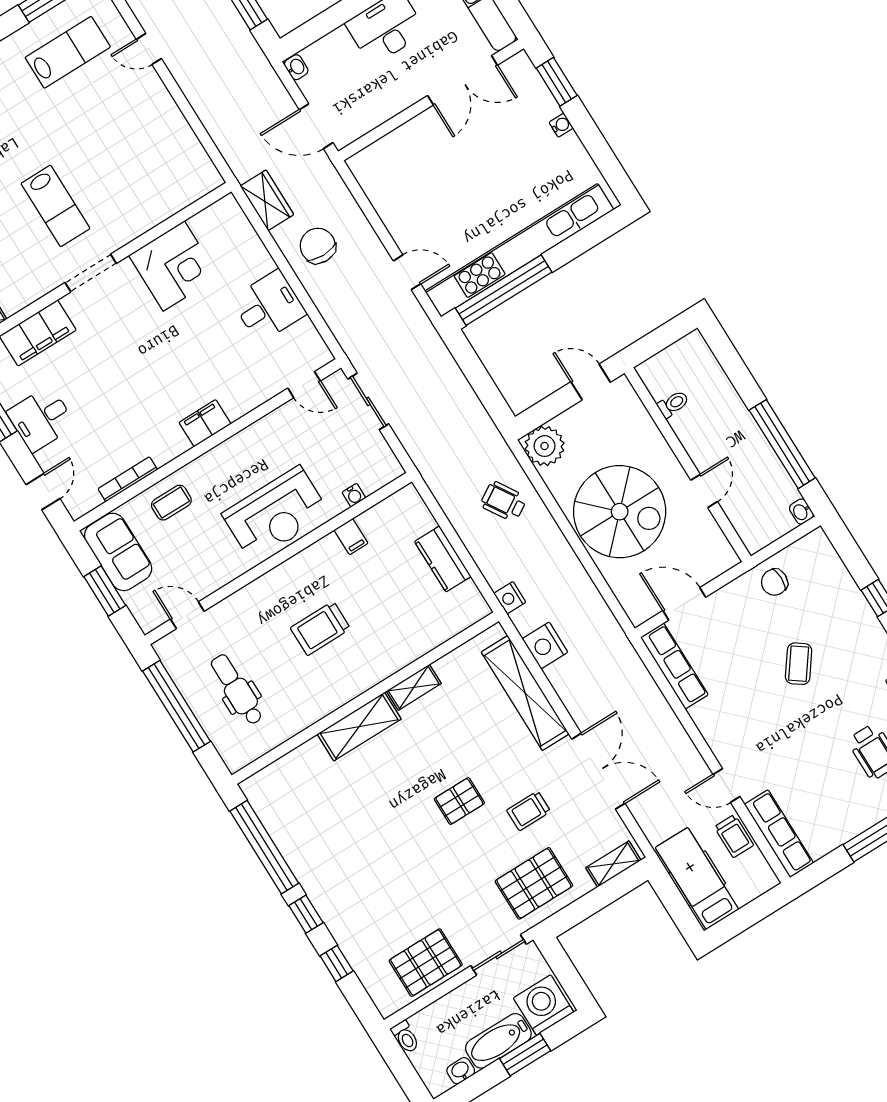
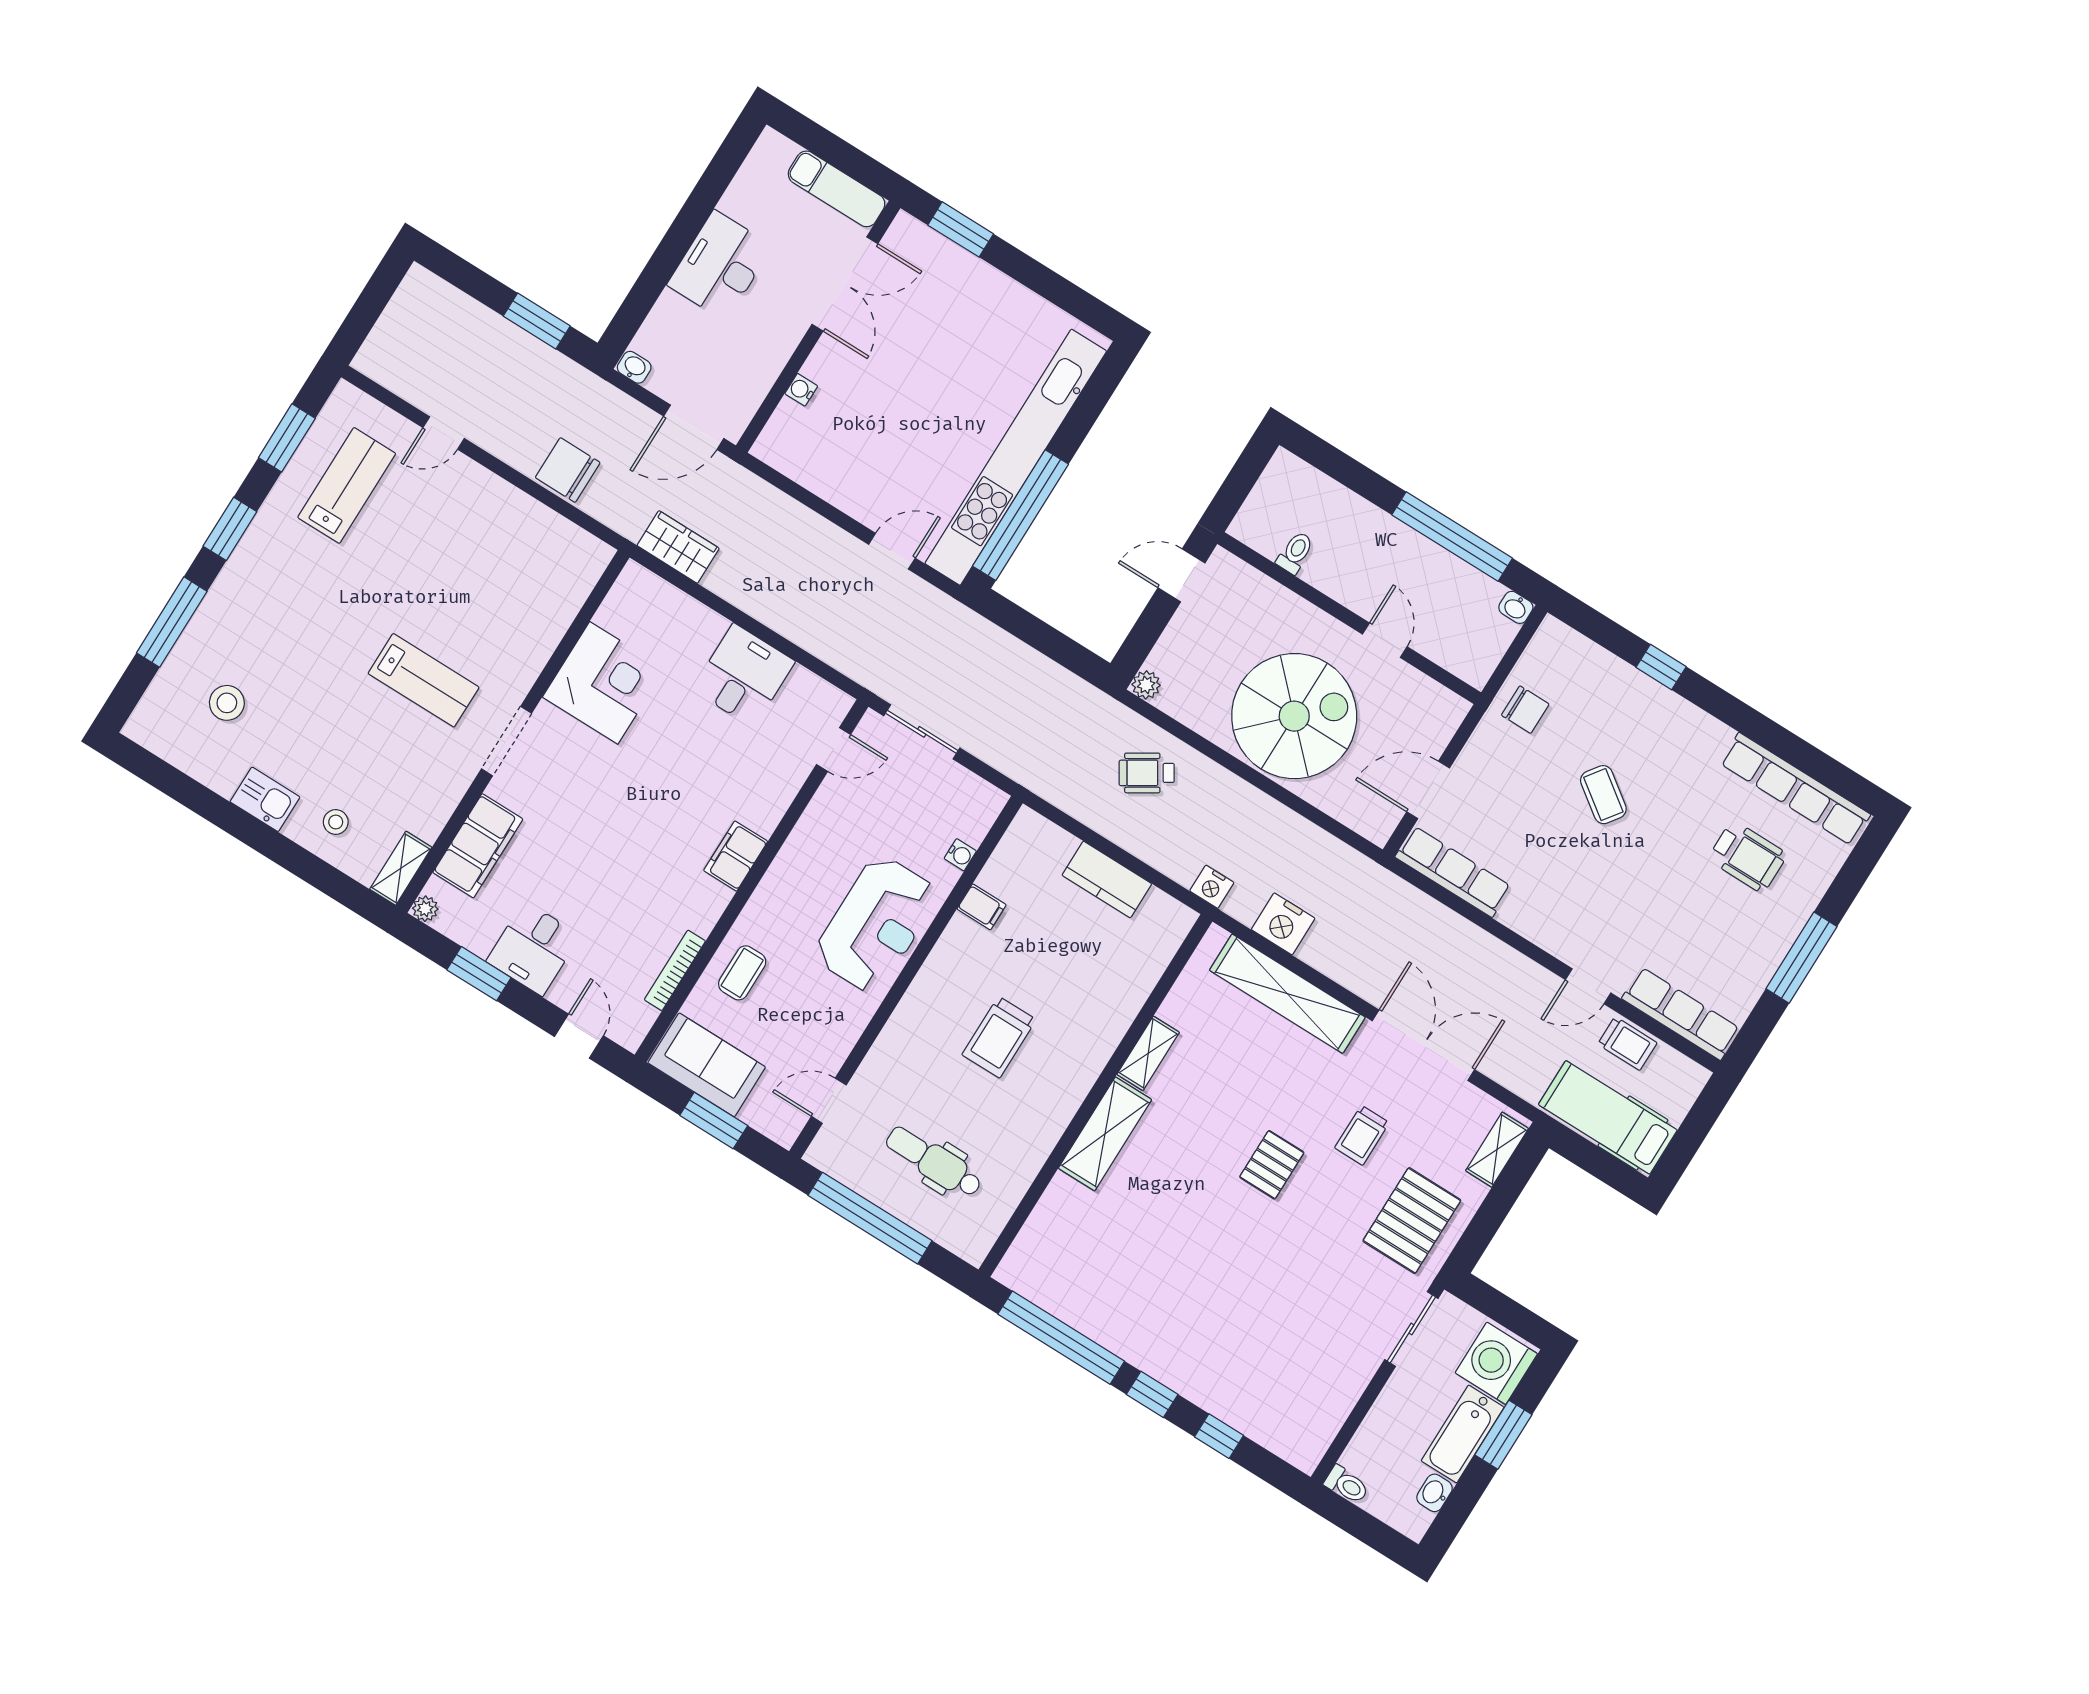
water cooler: (561, 125) -> (801, 390), moved, turned -90
chair: (318, 246) -> (568, 470), moved
plant: (545, 446) -> (1146, 685), width x0.53, depth x0.53
chair: (774, 582) -> (1525, 710), turned -90
pallet: (426, 963) -> (1327, 1382), removed

